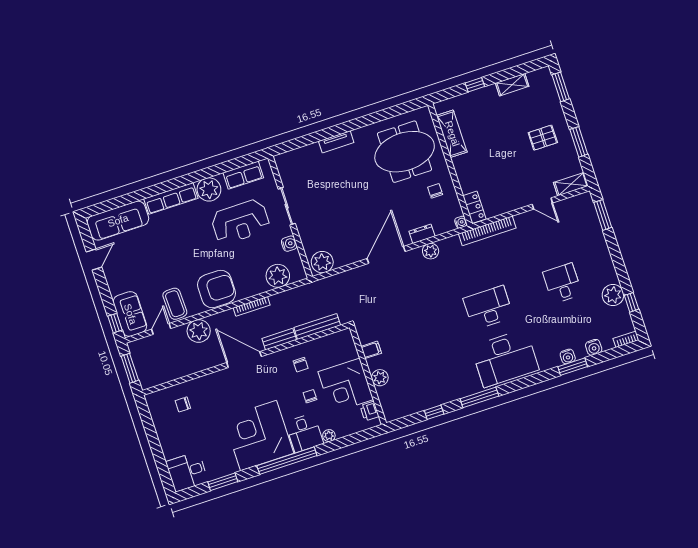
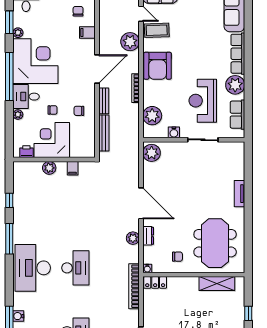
filing cabinet: (204, 385) -> (87, 32), added
plant: (232, 467) -> (18, 33), added

